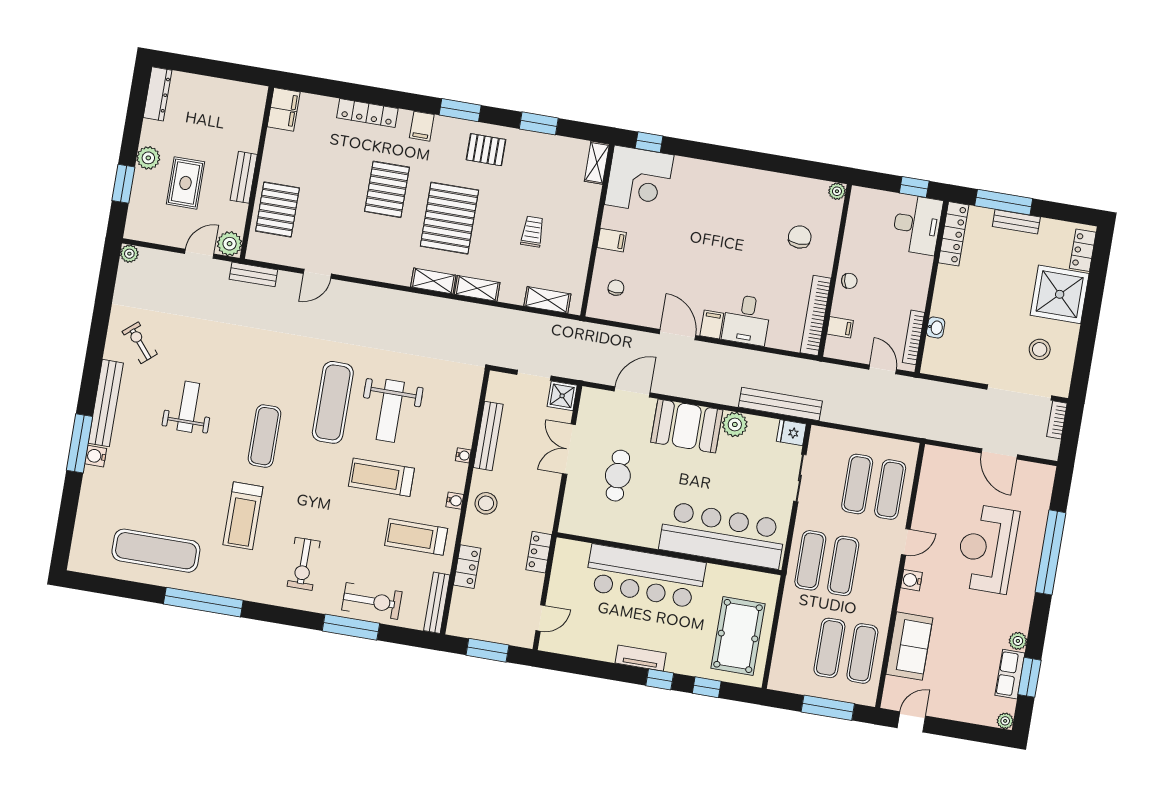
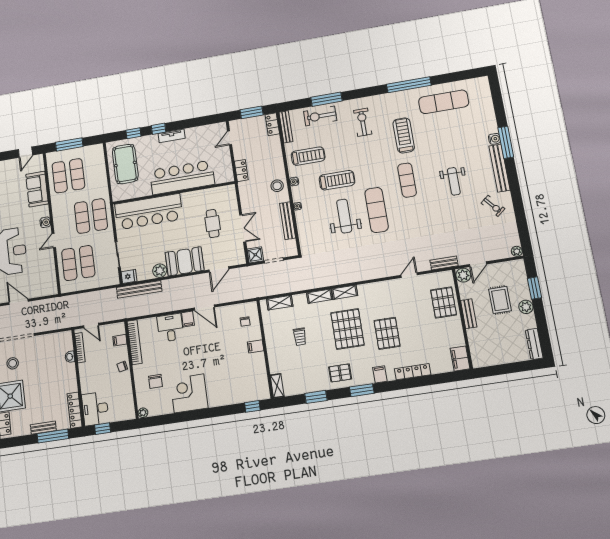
corner desk: (639, 180) -> (189, 393), moved
locker: (467, 567) -> (272, 124), moved

